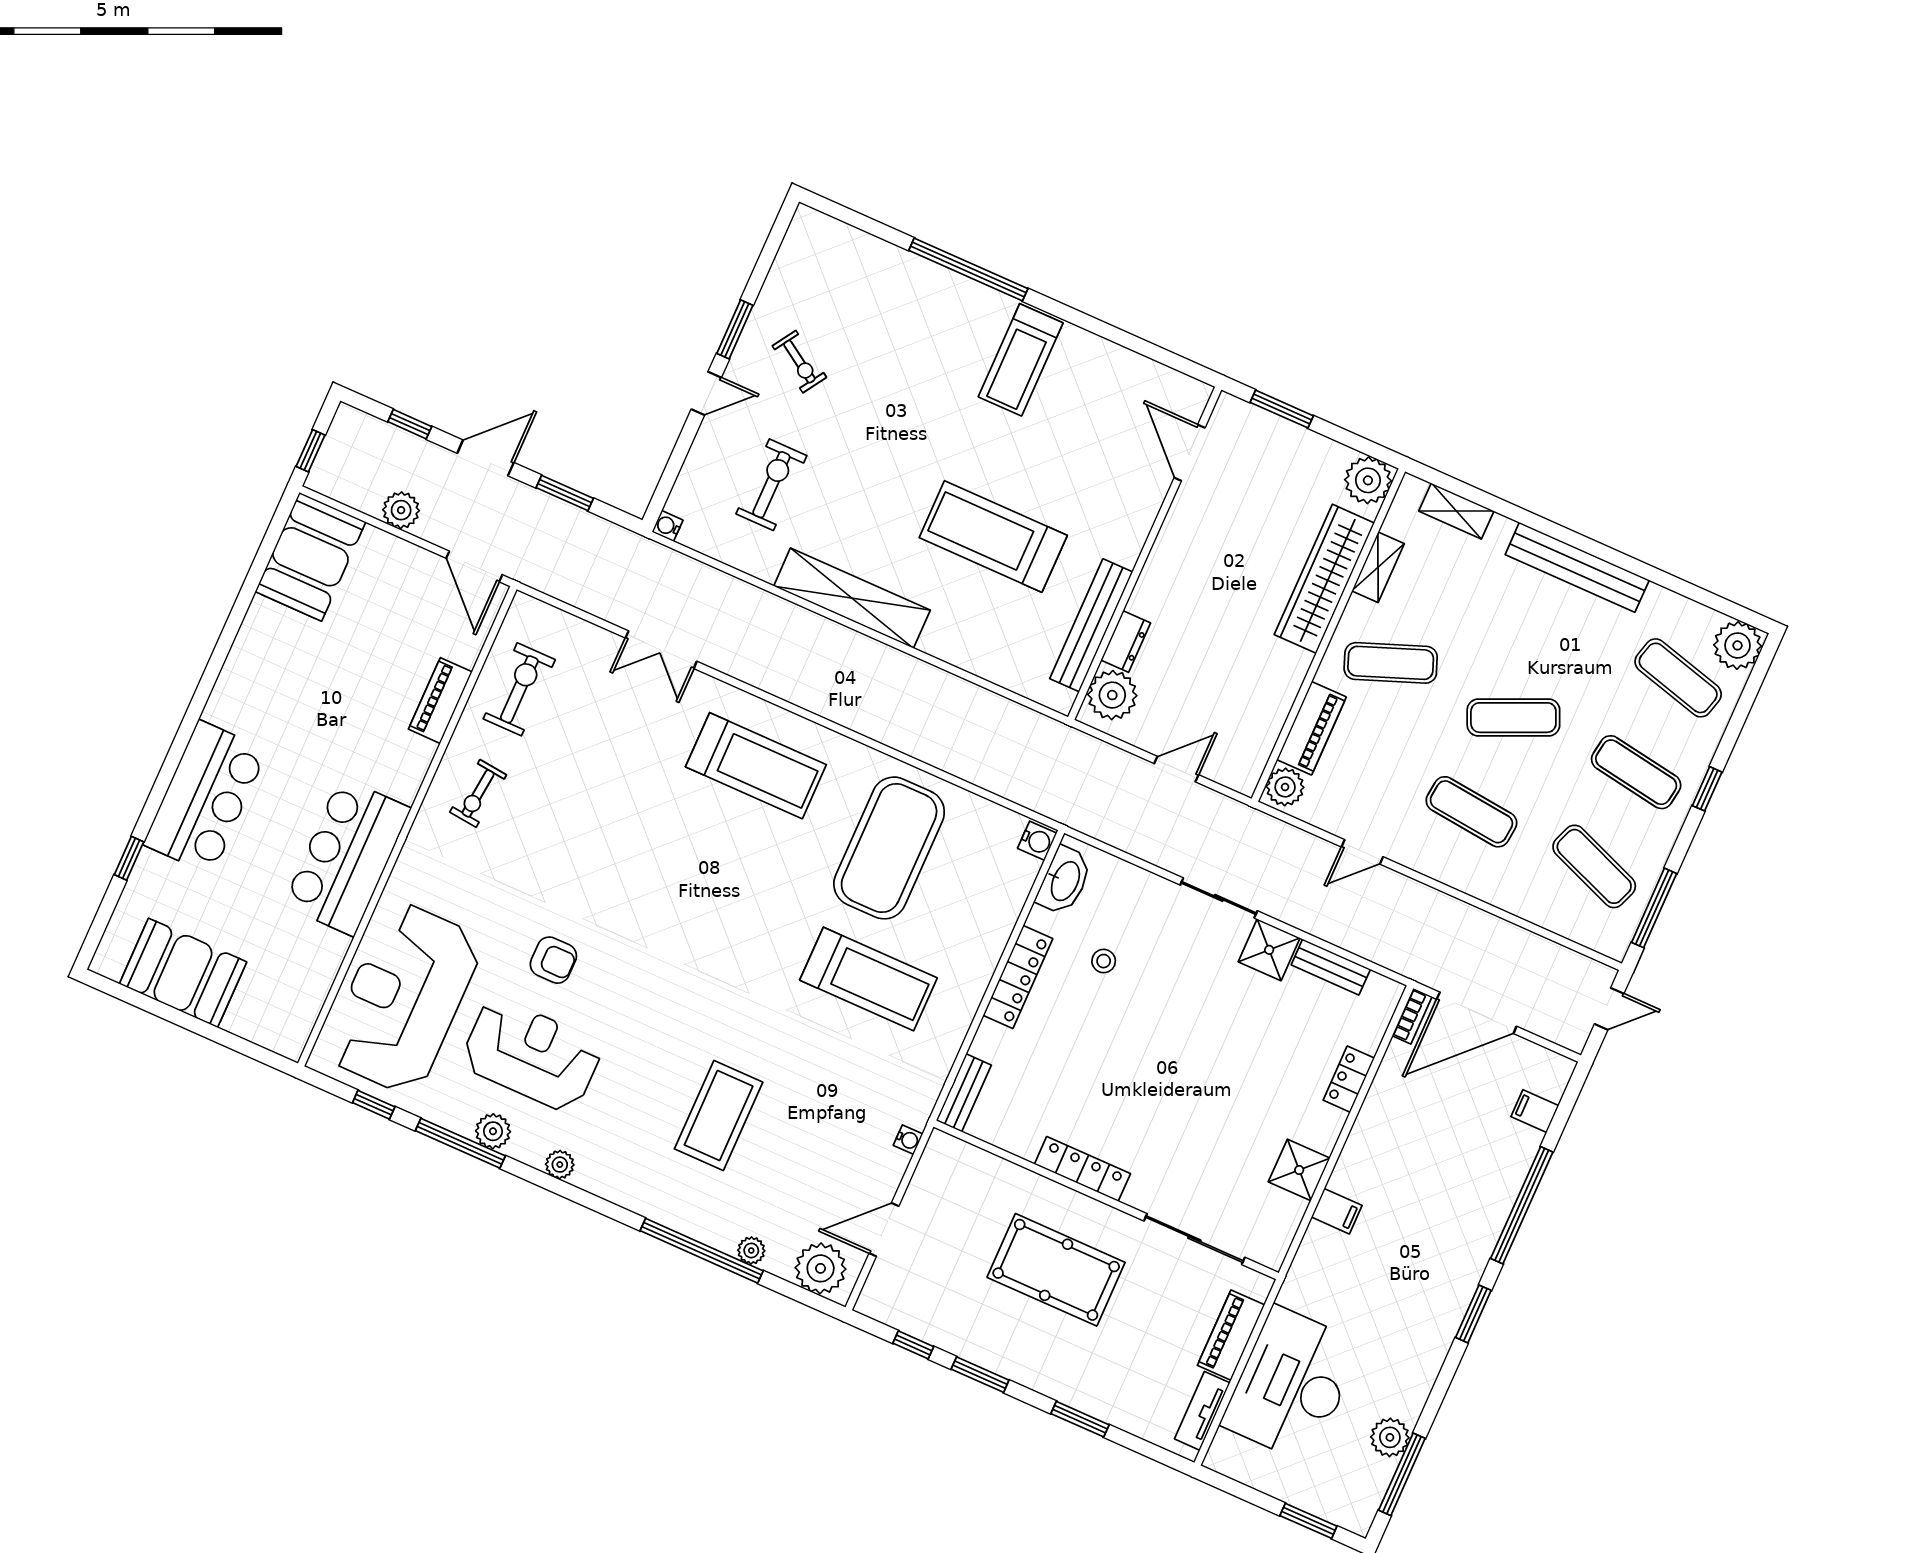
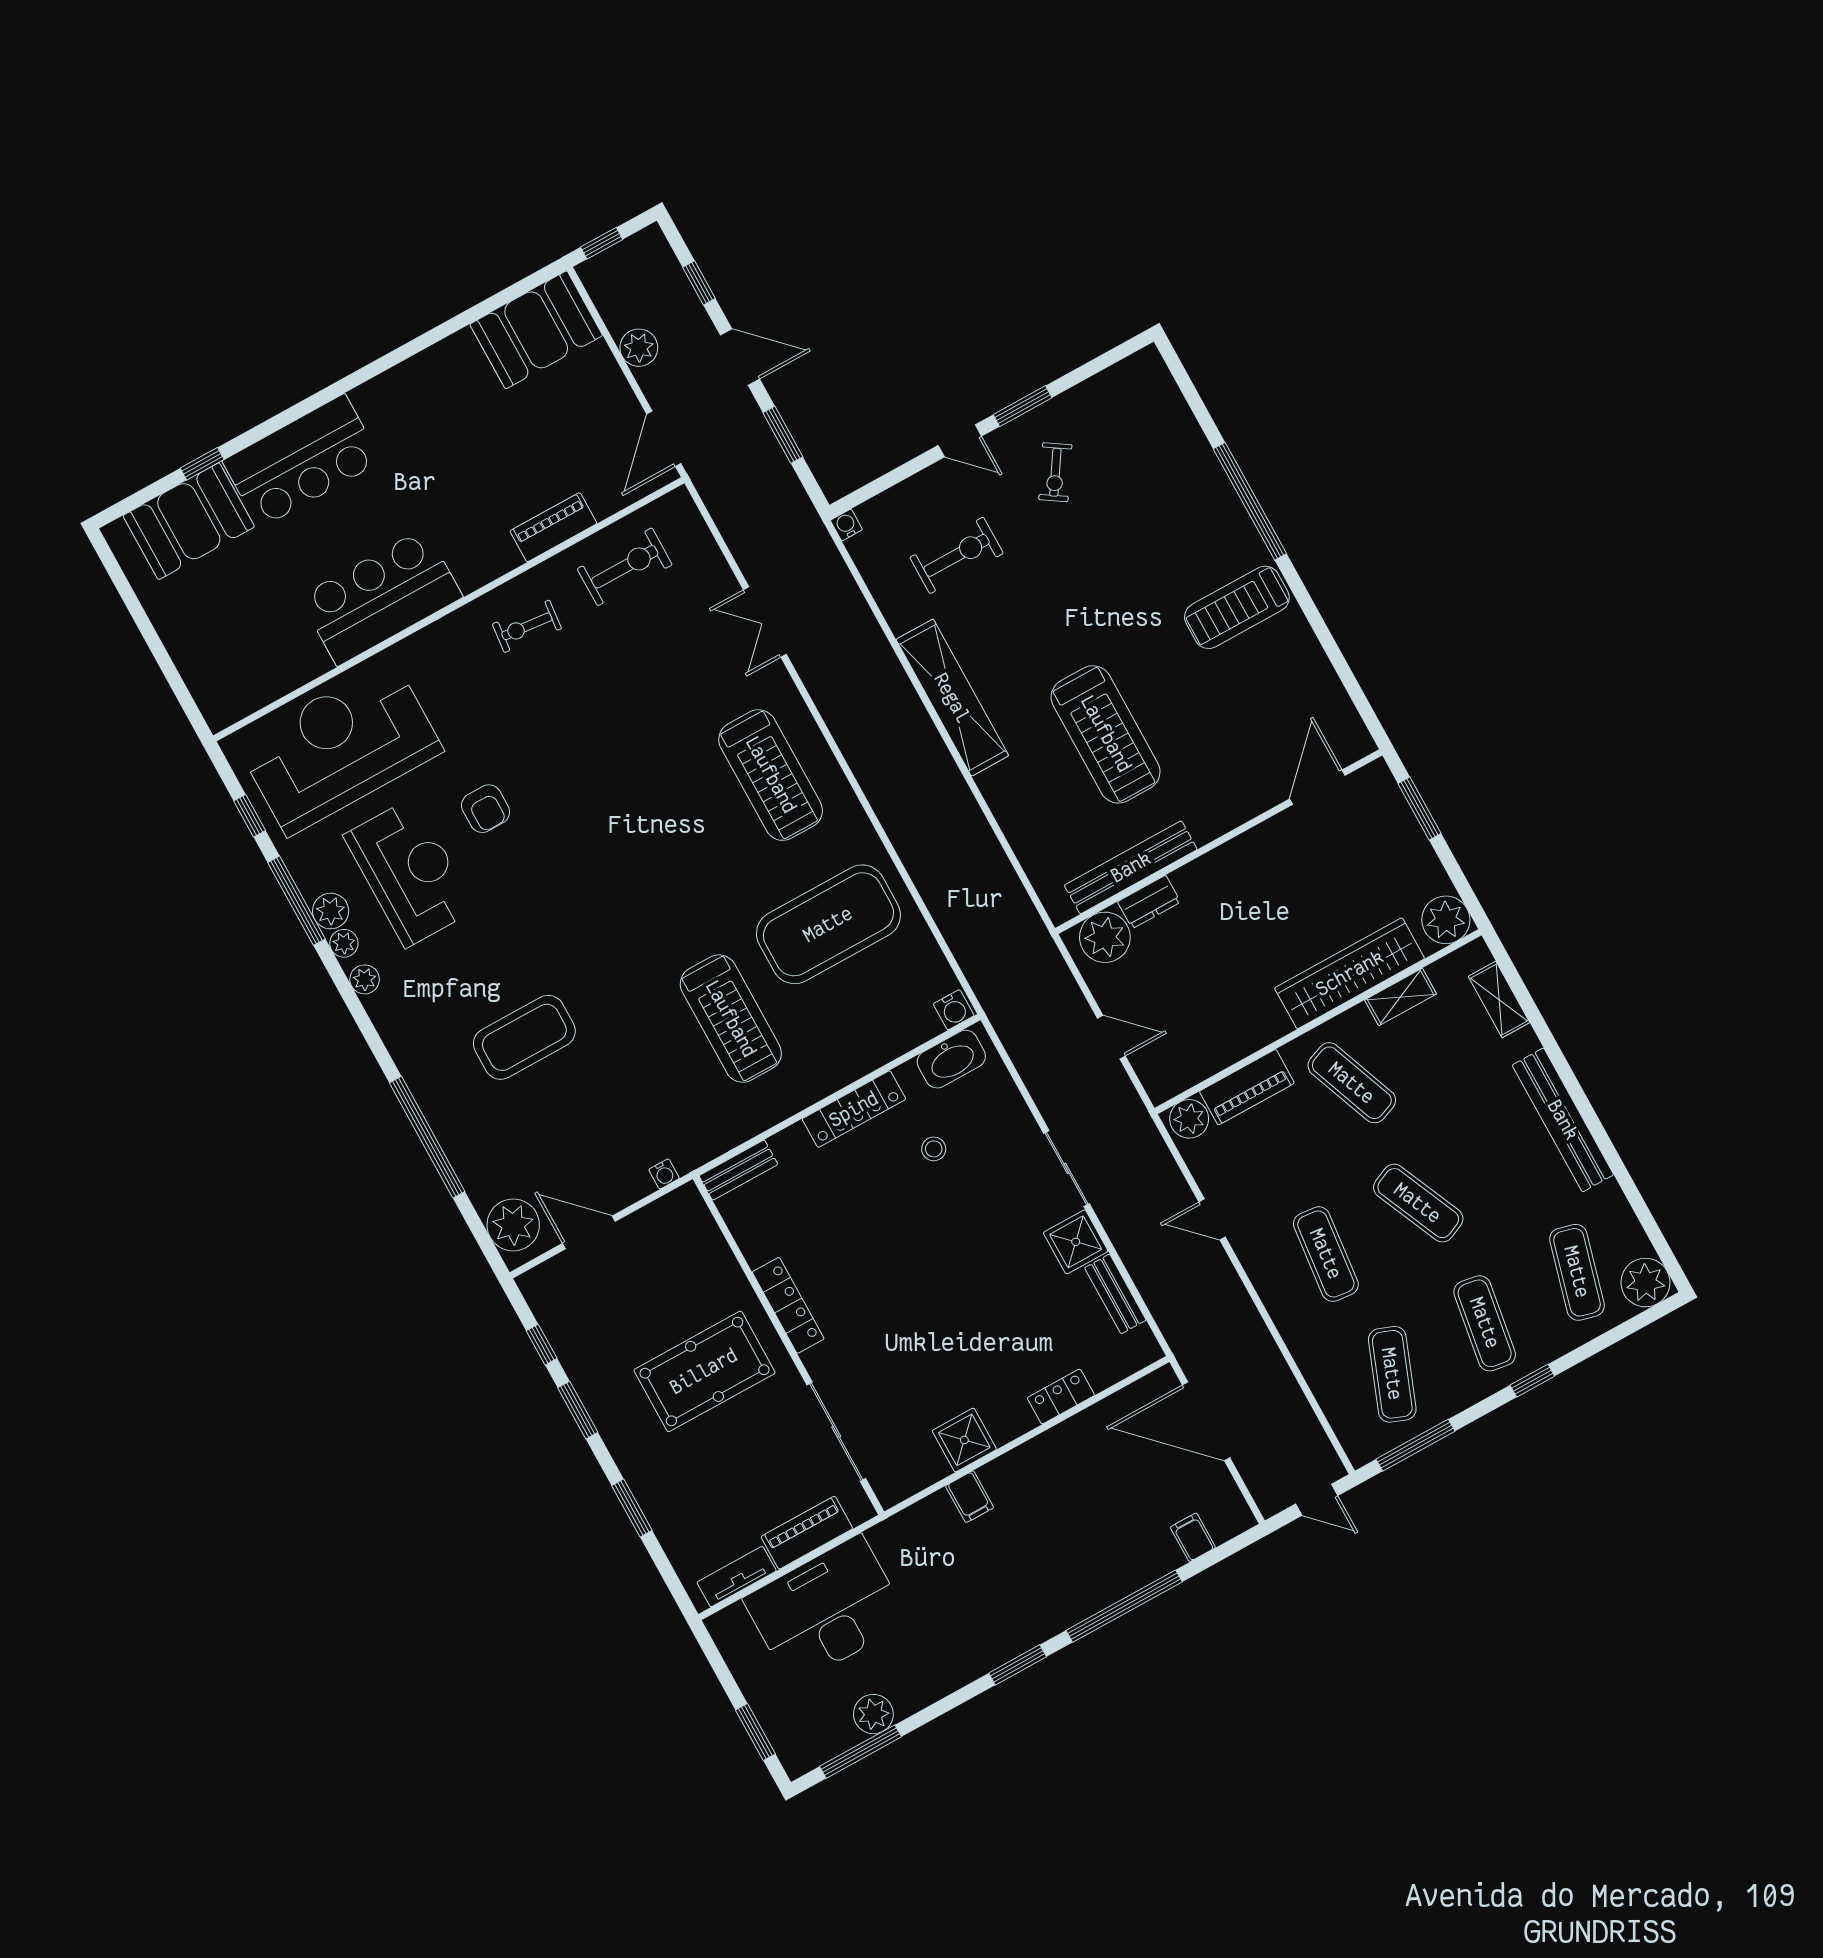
treadmill: (993, 536) -> (1106, 734), turned 180
booth: (183, 973) -> (189, 521), moved, turned 90
bookcase: (1412, 1016) -> (1151, 1384), removed
plant: (751, 1250) -> (344, 943), moved
pool table: (1056, 1270) -> (704, 1371), turned 90

